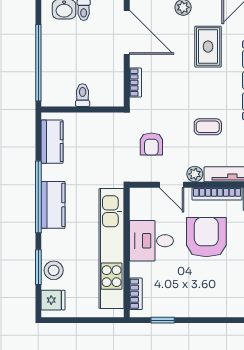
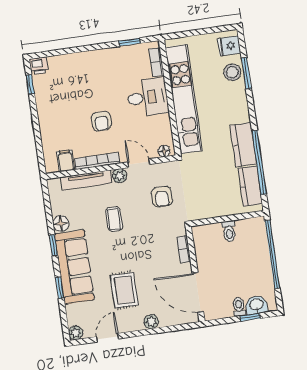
coffee table: (208, 127) -> (114, 219), turned 90
armchair: (151, 144) -> (162, 197), turned 180
floor lamp: (142, 194) -> (164, 151), added
window: (38, 197) -> (259, 162), moved
kitchen counter: (53, 205) -> (243, 145), moved
armchair: (206, 237) -> (101, 121), width x0.53, depth x0.53
desk: (151, 241) -> (147, 97), moved

